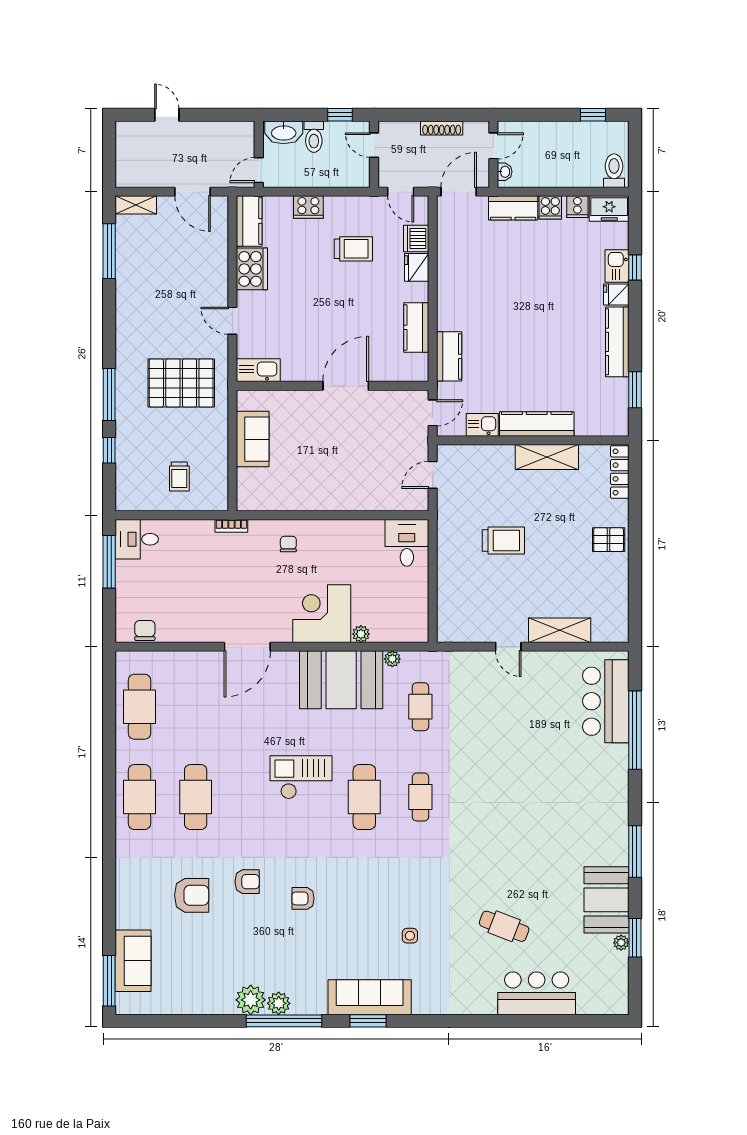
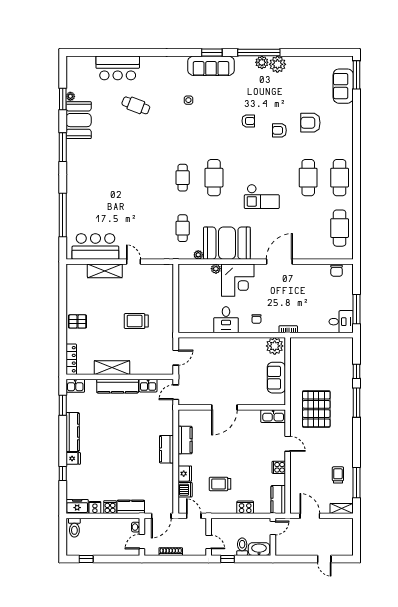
kitchen sink: (617, 266) -> (75, 386), moved, turned 90
cooker: (252, 269) -> (279, 467), width x0.53, depth x0.76
kitchen counter: (449, 356) -> (167, 449), moved
pallet: (181, 383) -> (316, 409), turned 90
trolley: (179, 476) -> (338, 475), moved
plant: (256, 496) -> (275, 346), added
desk: (407, 543) -> (226, 320), moved
bar counter: (606, 701) -> (95, 246), moved, turned -90
checkout: (301, 777) -> (262, 197), moved

